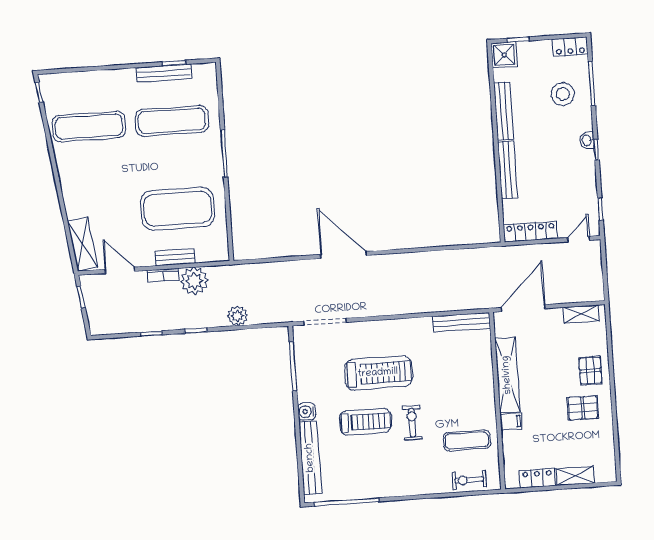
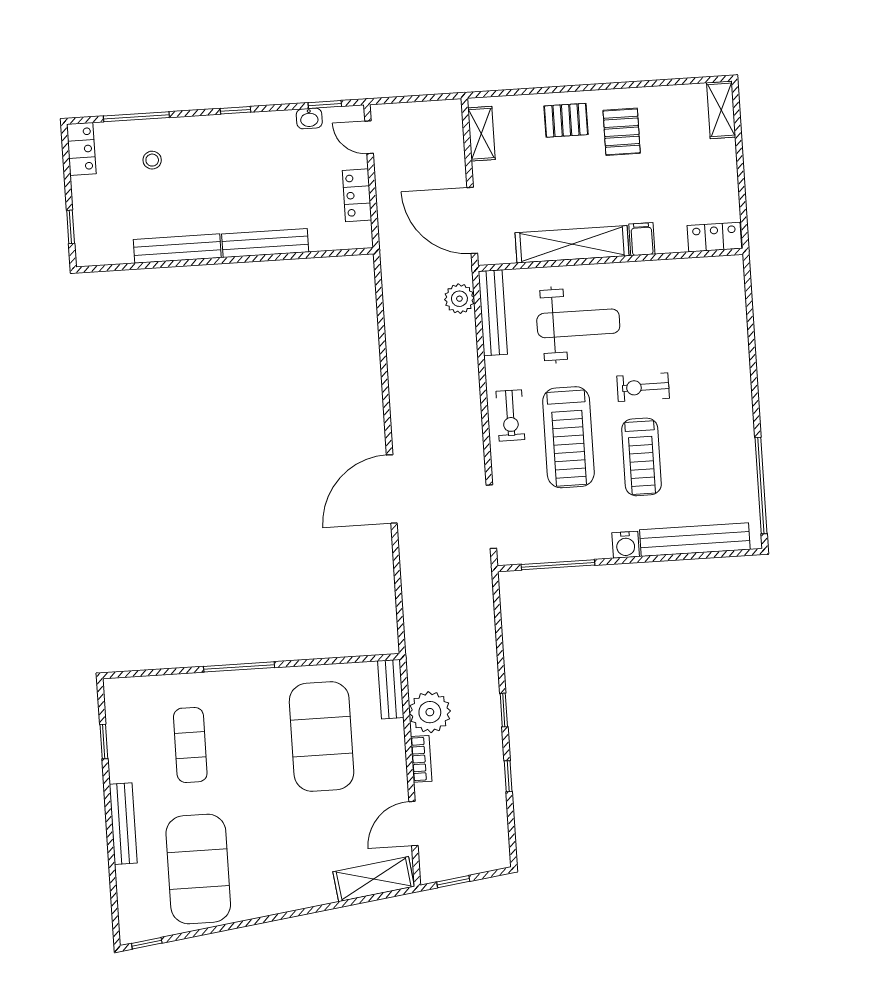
shower: (504, 55) -> (93, 248), removed
bench: (164, 73) -> (123, 824), moved
stool: (563, 94) -> (152, 160), width x0.53, depth x0.53
exercise mat: (172, 121) -> (190, 745), width x0.73, depth x0.69
exercise mat: (89, 127) -> (198, 869), width x1.47
washbasin: (587, 140) -> (309, 118), moved
locker: (531, 232) -> (357, 195), width x0.66
bench: (175, 257) -> (391, 689), moved
plant: (237, 316) -> (459, 299), moved
treadmill: (378, 373) -> (568, 437), turned 180
weight bench: (455, 379) -> (578, 323), added
treadmill: (365, 422) -> (641, 457), turned 180
exercise mat: (467, 440) -> (670, 305), removed
shelving: (575, 476) -> (721, 110), moved
locker: (537, 478) -> (714, 237), moved, turned 90
exercise bike: (469, 480) -> (510, 415), moved

